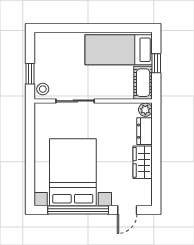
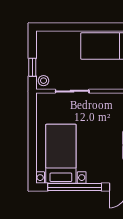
bed with nightstands: (73, 172) -> (61, 154), width x0.73

